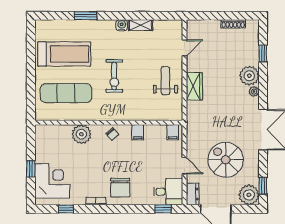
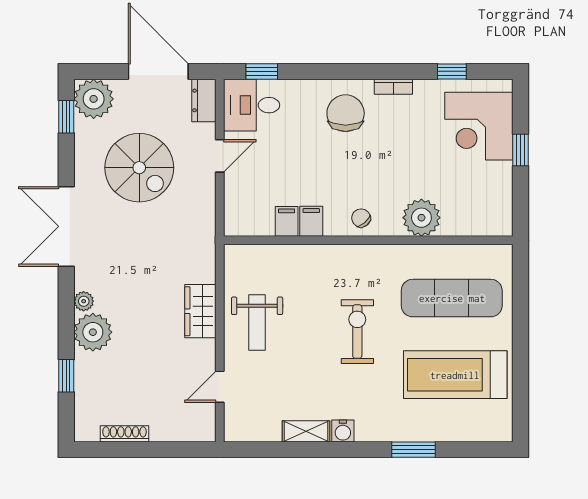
filing cabinet: (173, 132) -> (287, 221), moved
door: (185, 166) -> (220, 156), swing flipped

